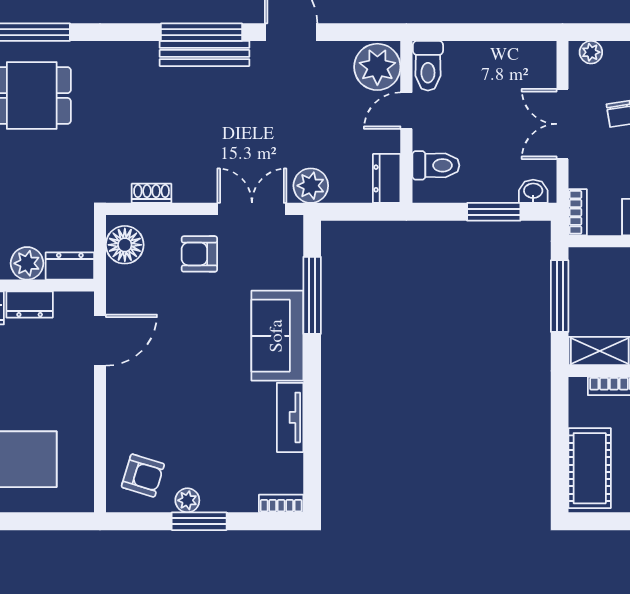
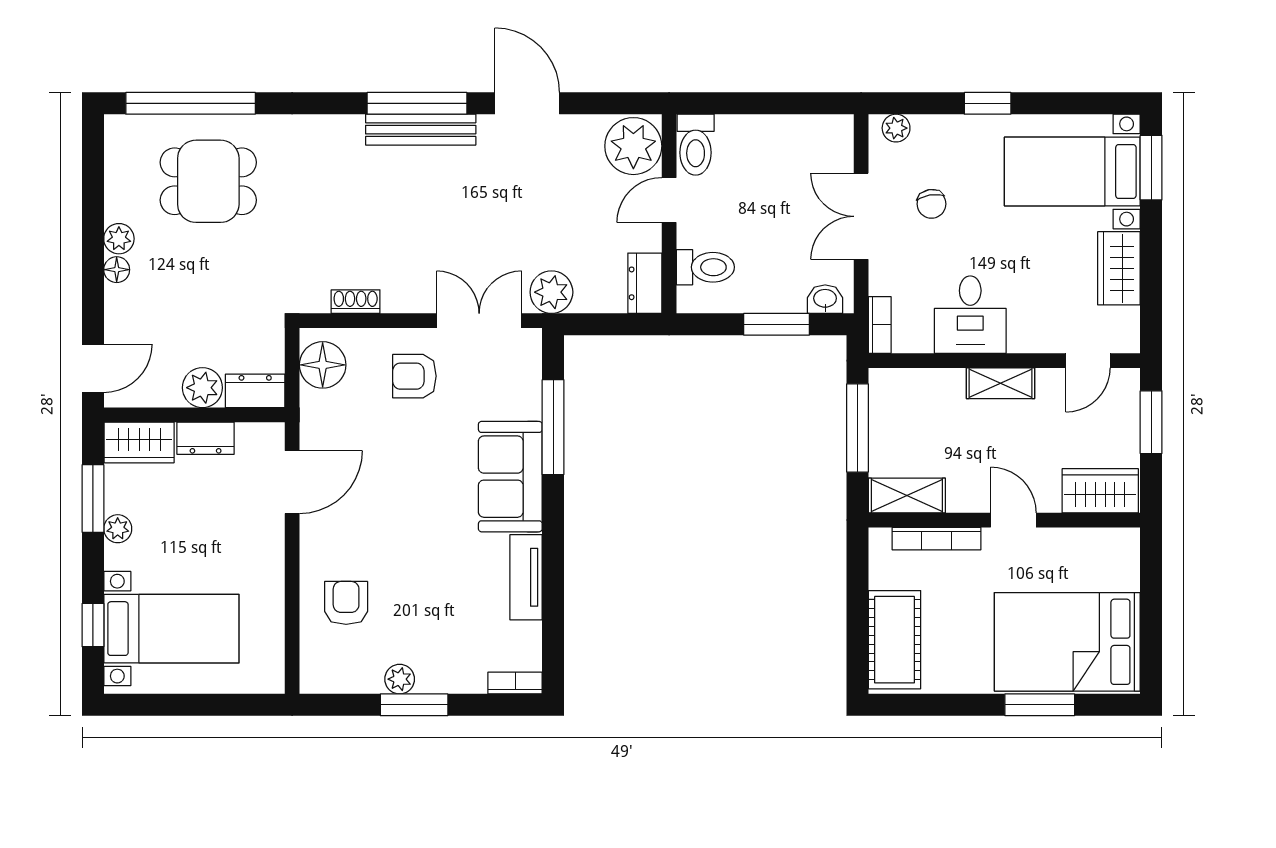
armchair: (143, 476) -> (346, 603), moved, turned -107

